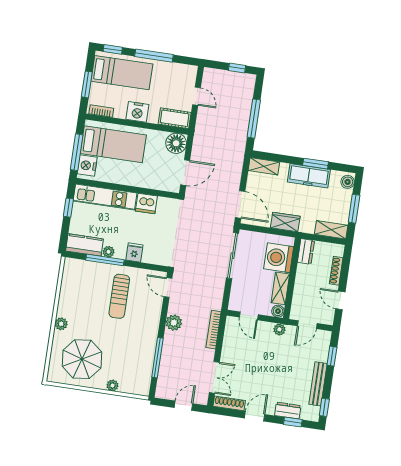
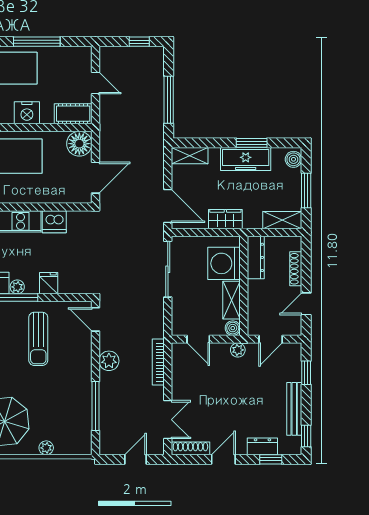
dresser: (306, 251) -> (256, 257), width x1.44
door: (340, 300) -> (306, 304), hinge flipped

